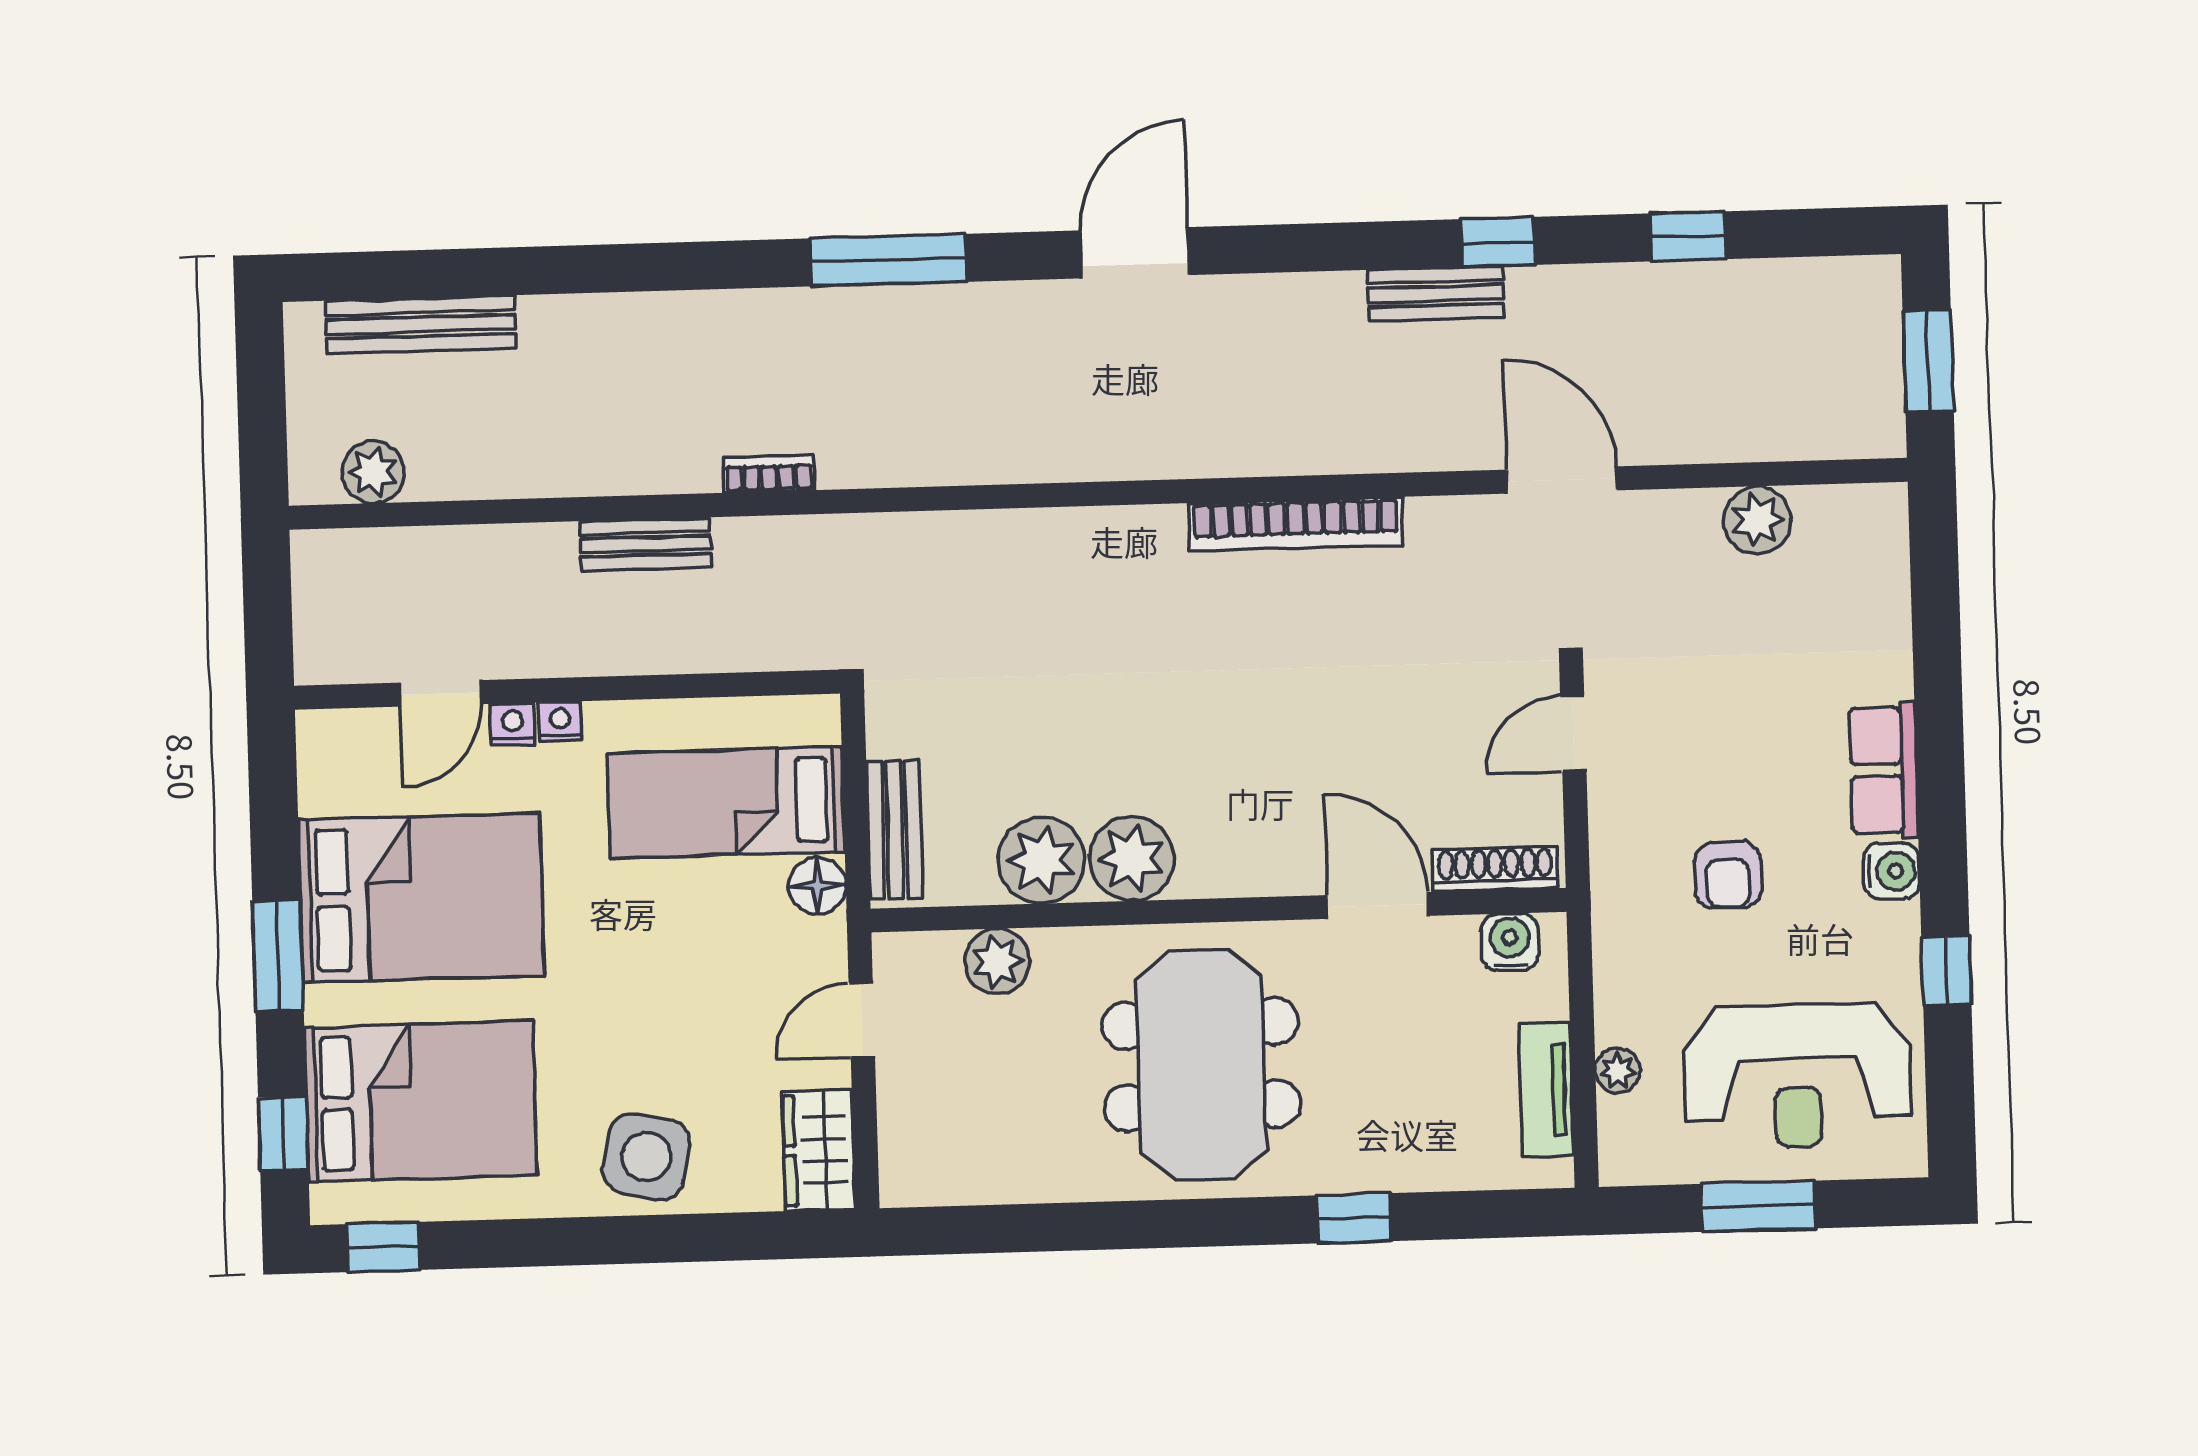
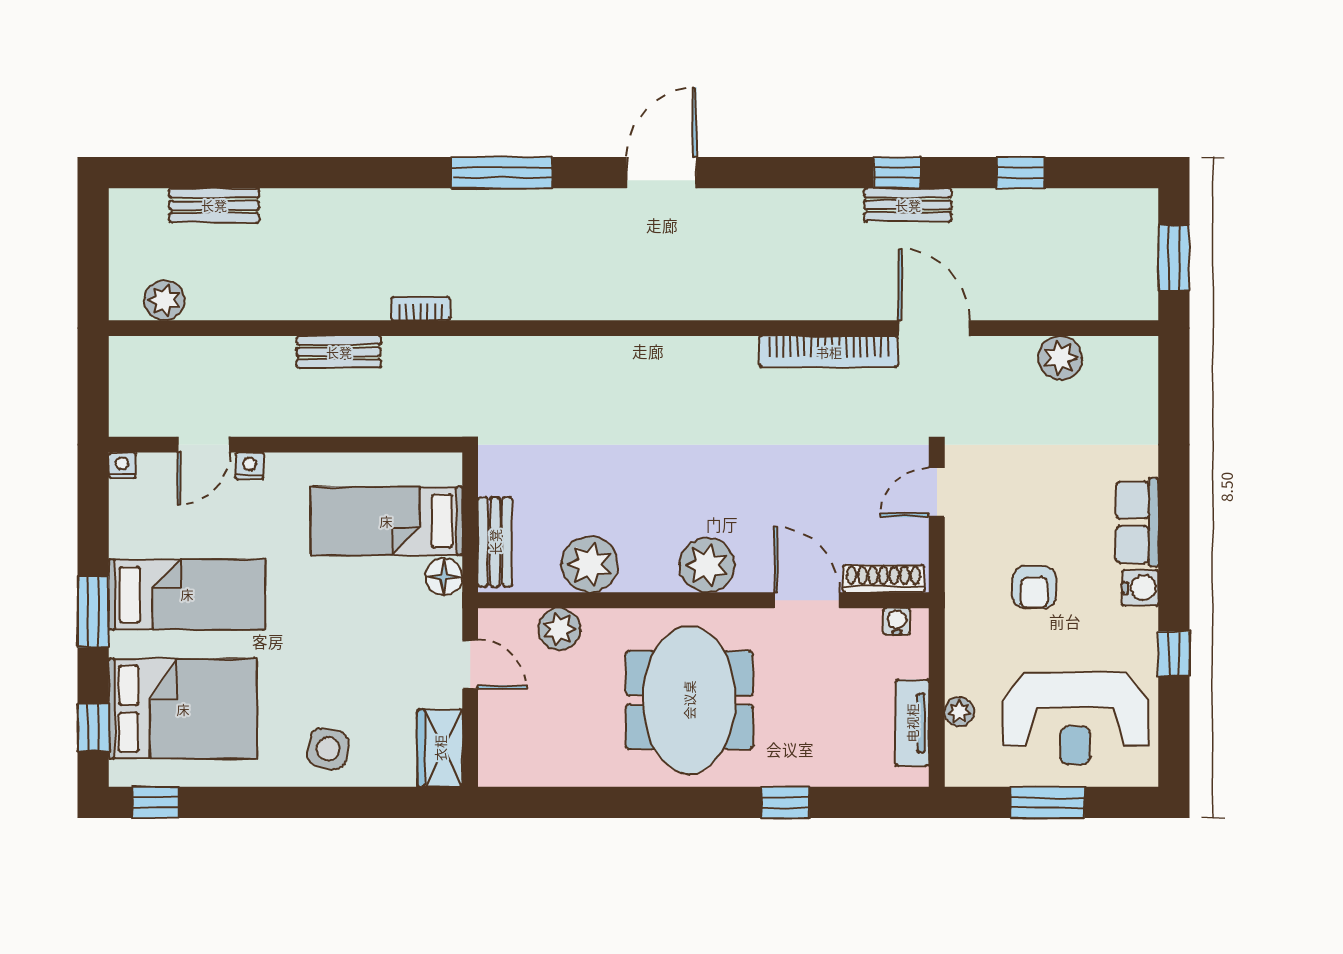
bench: (1436, 294) -> (908, 205), moved
bench: (421, 324) -> (214, 205), width x0.73
bookcase: (1296, 524) -> (829, 352), moved
nightstand: (560, 722) -> (122, 465), moved
plant: (1132, 859) -> (707, 565), moved
bed: (421, 898) -> (187, 594), width x0.67
water cooler: (1510, 942) -> (897, 621), width x0.72, depth x0.72
door: (862, 1020) -> (470, 664), swing flipped
side table: (646, 1157) -> (328, 749), width x0.73, depth x0.73

